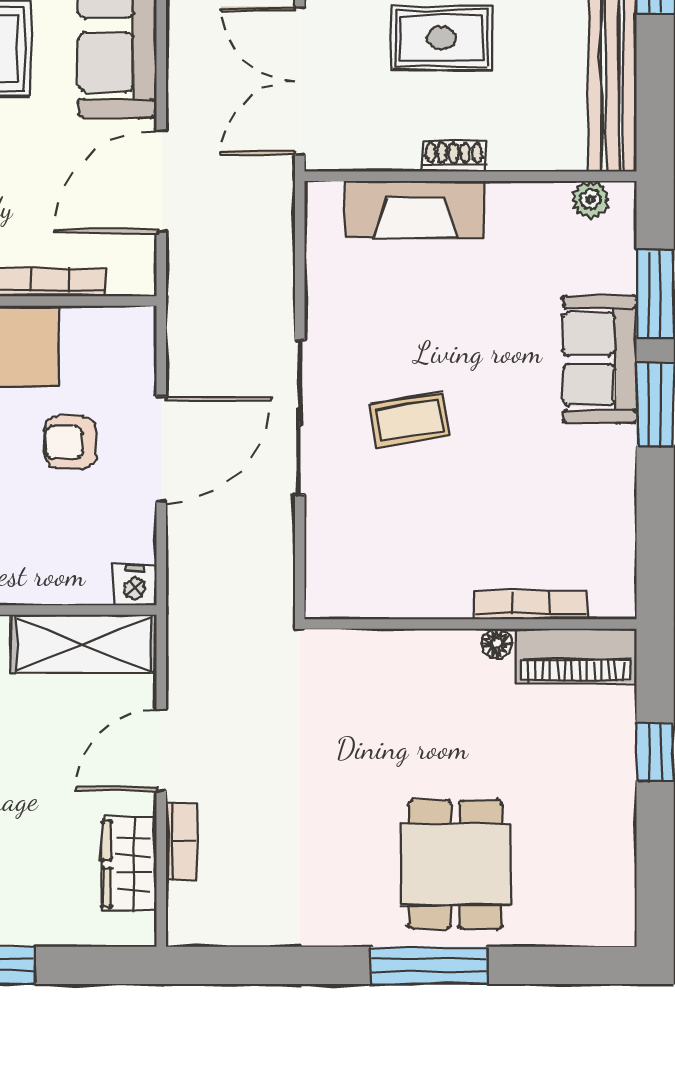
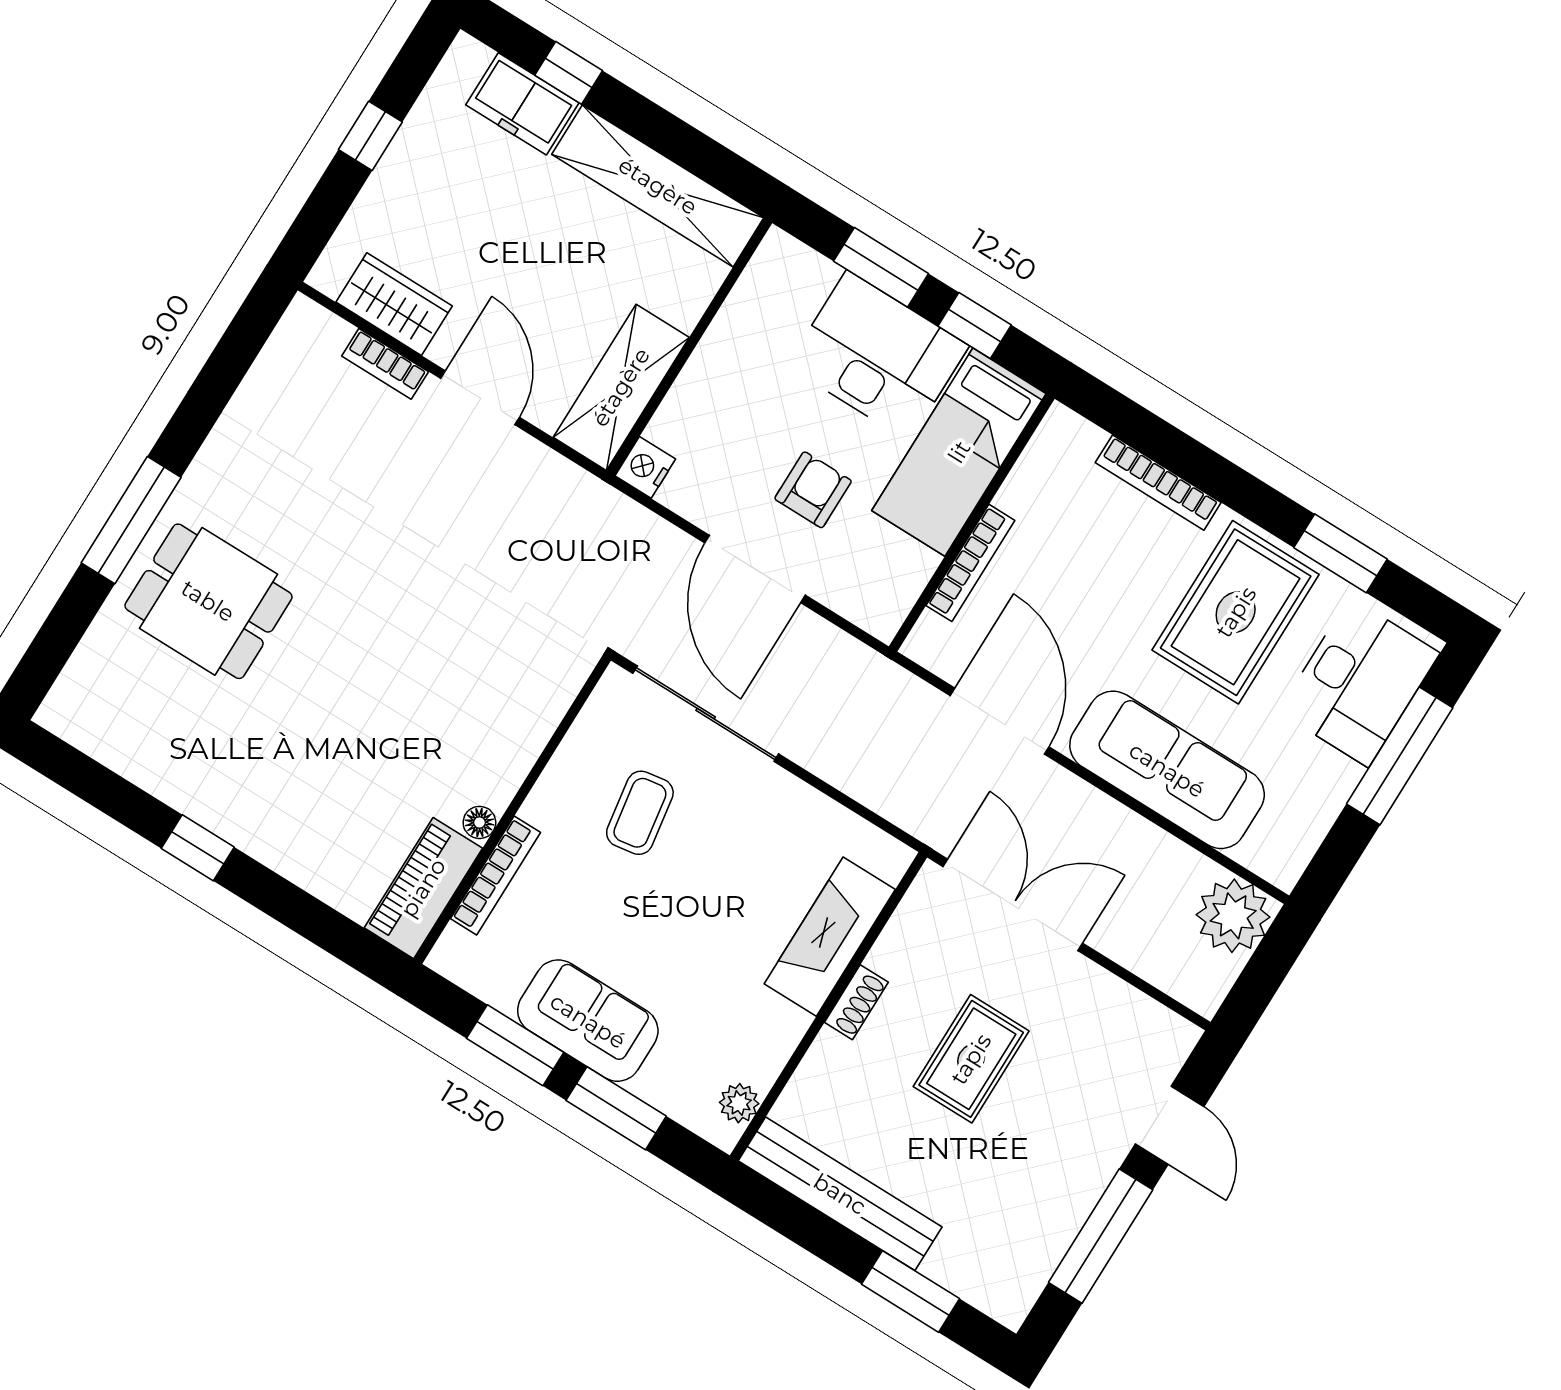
bookcase: (531, 605) -> (495, 876), moved
wall: (470, 624) -> (512, 810), moved
floor lamp: (497, 644) -> (479, 822), moved
piano: (576, 656) -> (423, 888), moved

